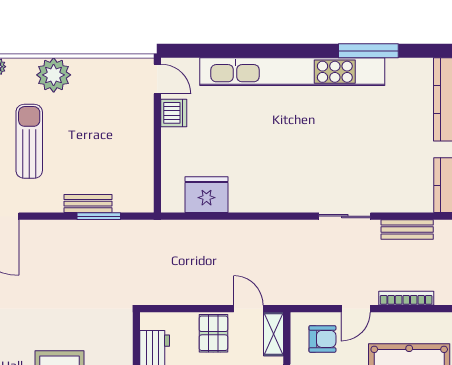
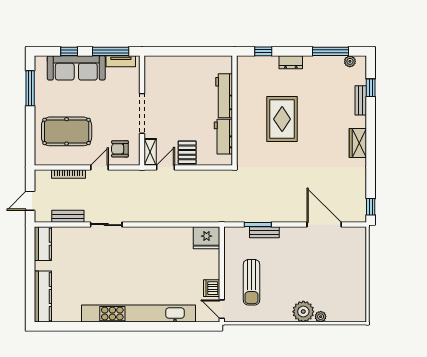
window: (368, 51) -> (92, 326), removed
plant: (54, 75) -> (303, 312), moved
sun lounger: (29, 141) -> (252, 282), moved
fridge: (206, 195) -> (207, 238), moved
door: (248, 309) -> (166, 168), swing flipped

